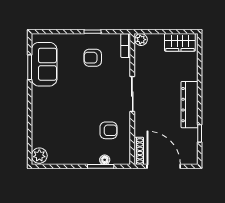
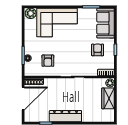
wardrobe: (180, 42) -> (108, 98), moved
sofa: (44, 64) -> (105, 23), moved, turned 90
corner sofa: (53, 117) -> (57, 22), added

